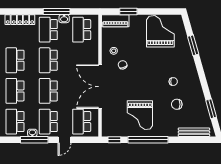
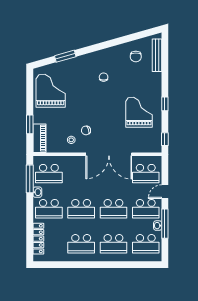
window: (57, 11) -> (30, 179), moved
grand piano: (160, 31) -> (51, 91), turned 90
chair: (177, 104) -> (136, 57), moved
window: (211, 109) -> (132, 37), removed
grand piano: (140, 115) -> (139, 112), turned -90
door: (64, 140) -> (165, 192), swing flipped
window: (148, 140) -> (165, 104), width x0.32

